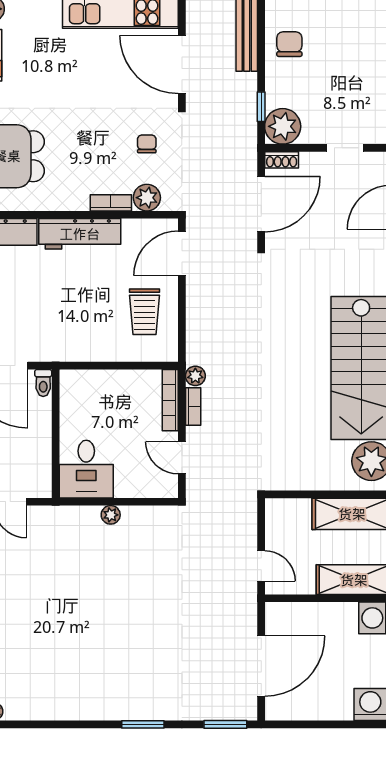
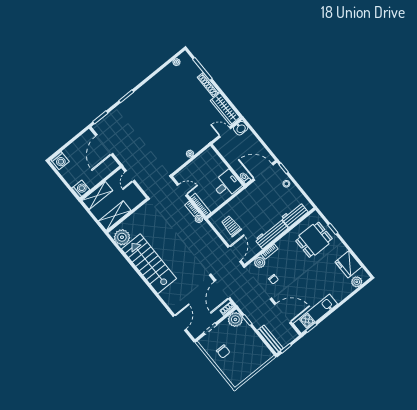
chair: (289, 44) -> (223, 352), moved
desk: (86, 469) -> (227, 184), moved, turned 90
door: (261, 566) -> (130, 176), hinge flipped

